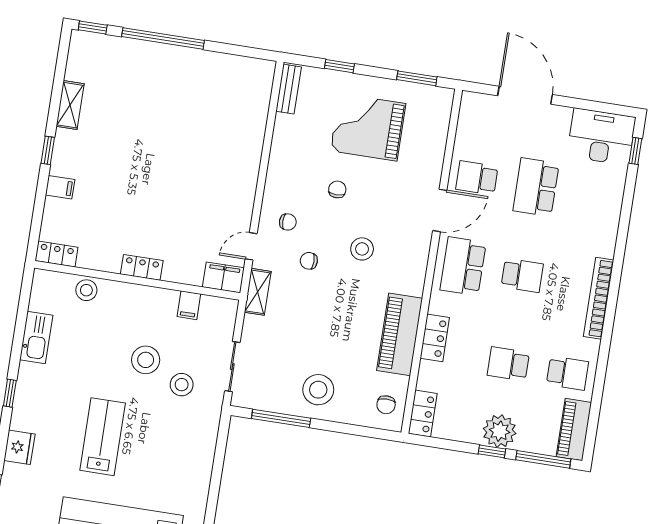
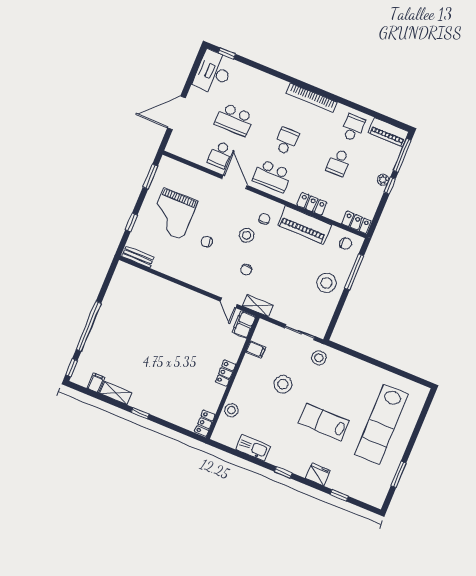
filing cabinet: (60, 187) -> (96, 383), moved
chair: (288, 222) -> (264, 219), moved
stool: (182, 385) -> (319, 358), moved
window: (281, 418) -> (354, 272), moved
plant: (500, 431) -> (383, 180), width x0.53, depth x0.53

